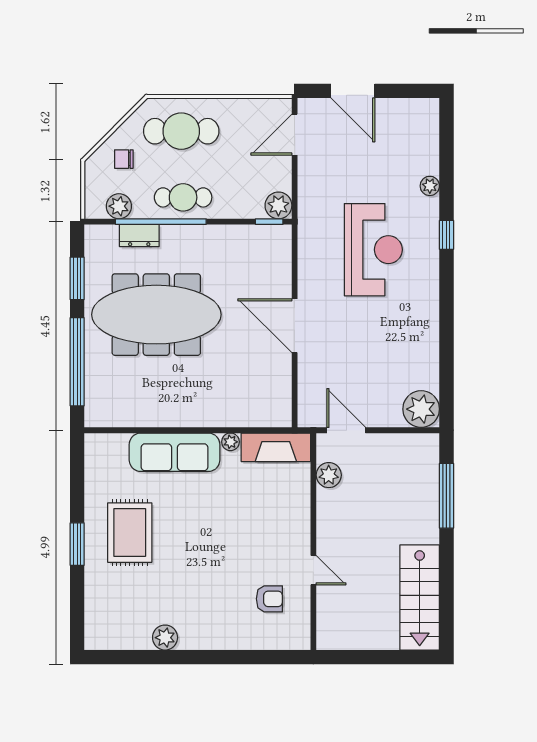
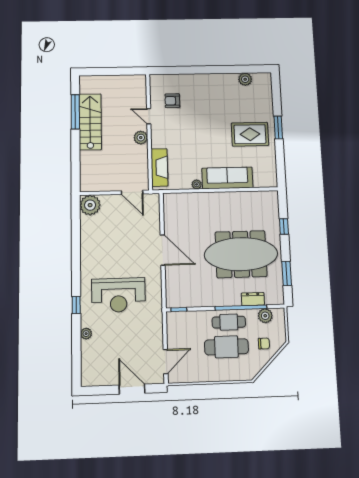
cafe table: (181, 131) -> (226, 347), moved
plant: (278, 205) -> (174, 319), removed
reception desk: (373, 250) -> (118, 295), turned -90
window: (77, 362) -> (284, 226), width x0.32
fireplace: (276, 447) -> (159, 167), moved, turned 90
plant: (329, 475) -> (141, 138), moved
window: (446, 496) -> (75, 112), moved
rug: (130, 533) -> (250, 134), turned 90
stairs: (420, 598) -> (90, 122), moved
plant: (165, 638) -> (245, 79), moved

